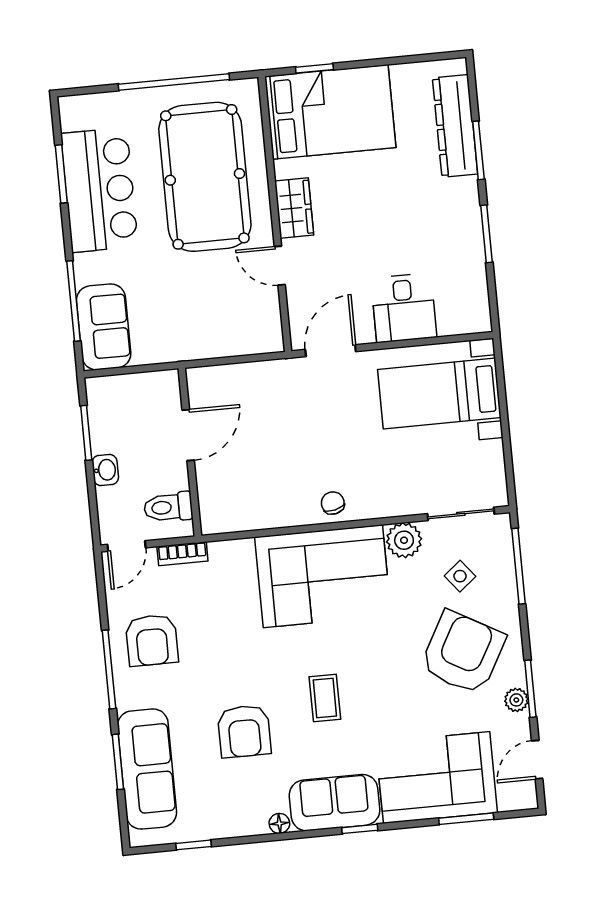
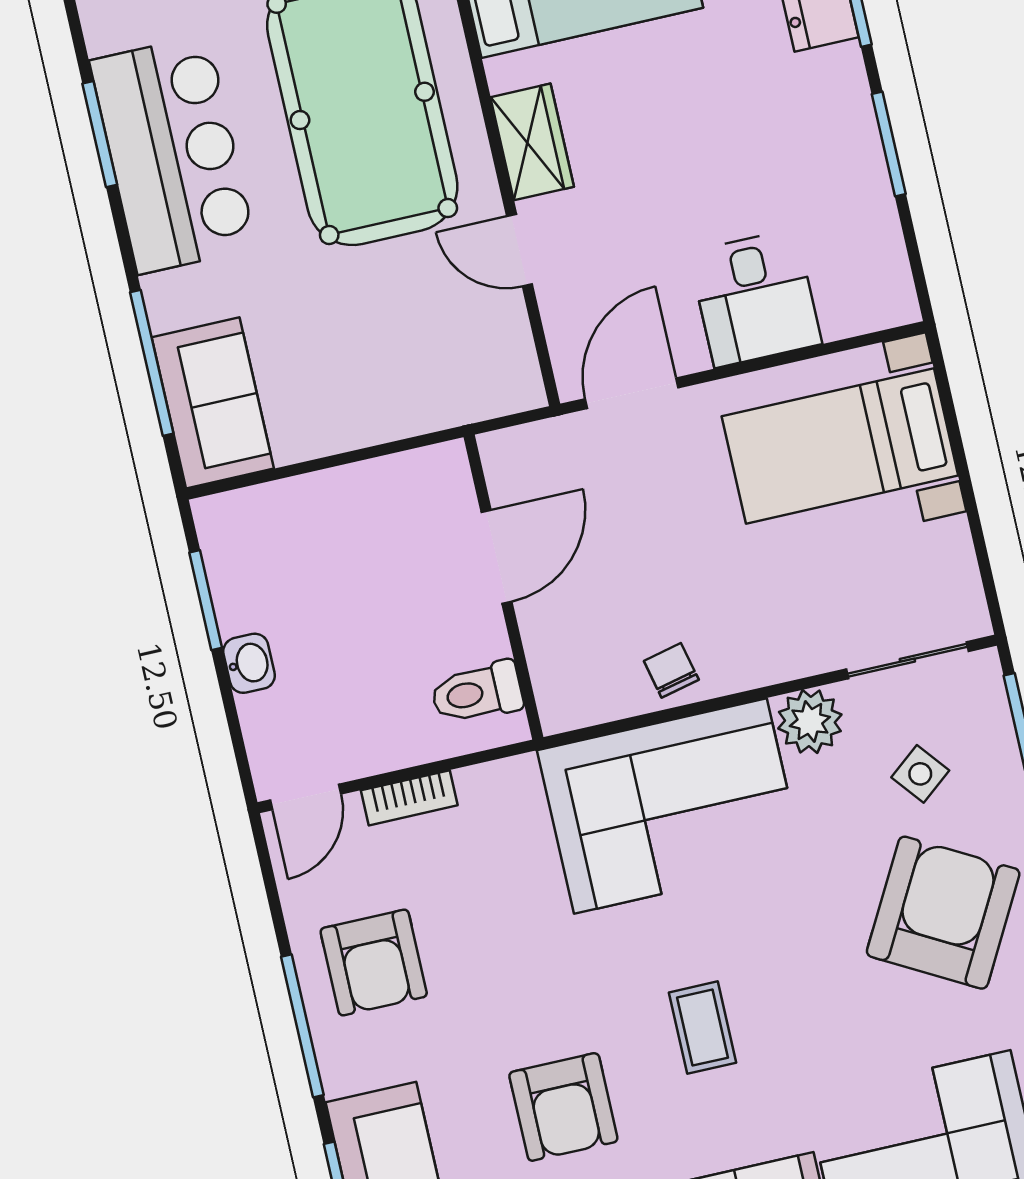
door: (188, 435) -> (497, 557), moved
wall: (190, 452) -> (503, 587), moved
toilet: (168, 507) -> (477, 693), moved

